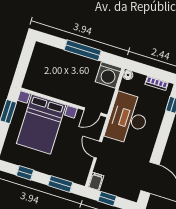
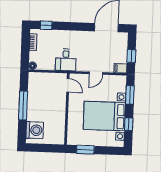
washing machine: (109, 75) -> (35, 130), moved
desk: (128, 119) -> (66, 60), width x0.53, depth x0.77
bed with nightstands: (41, 124) -> (104, 116), moved, turned 180

